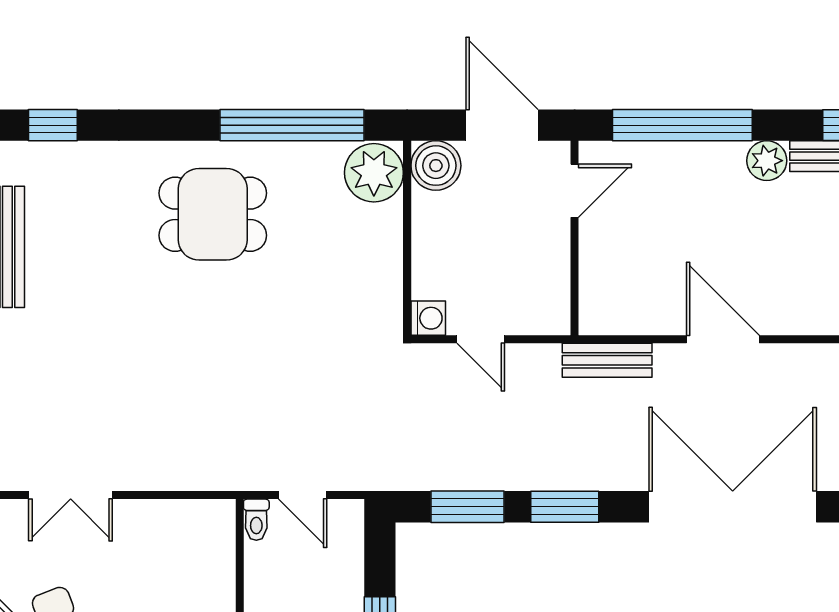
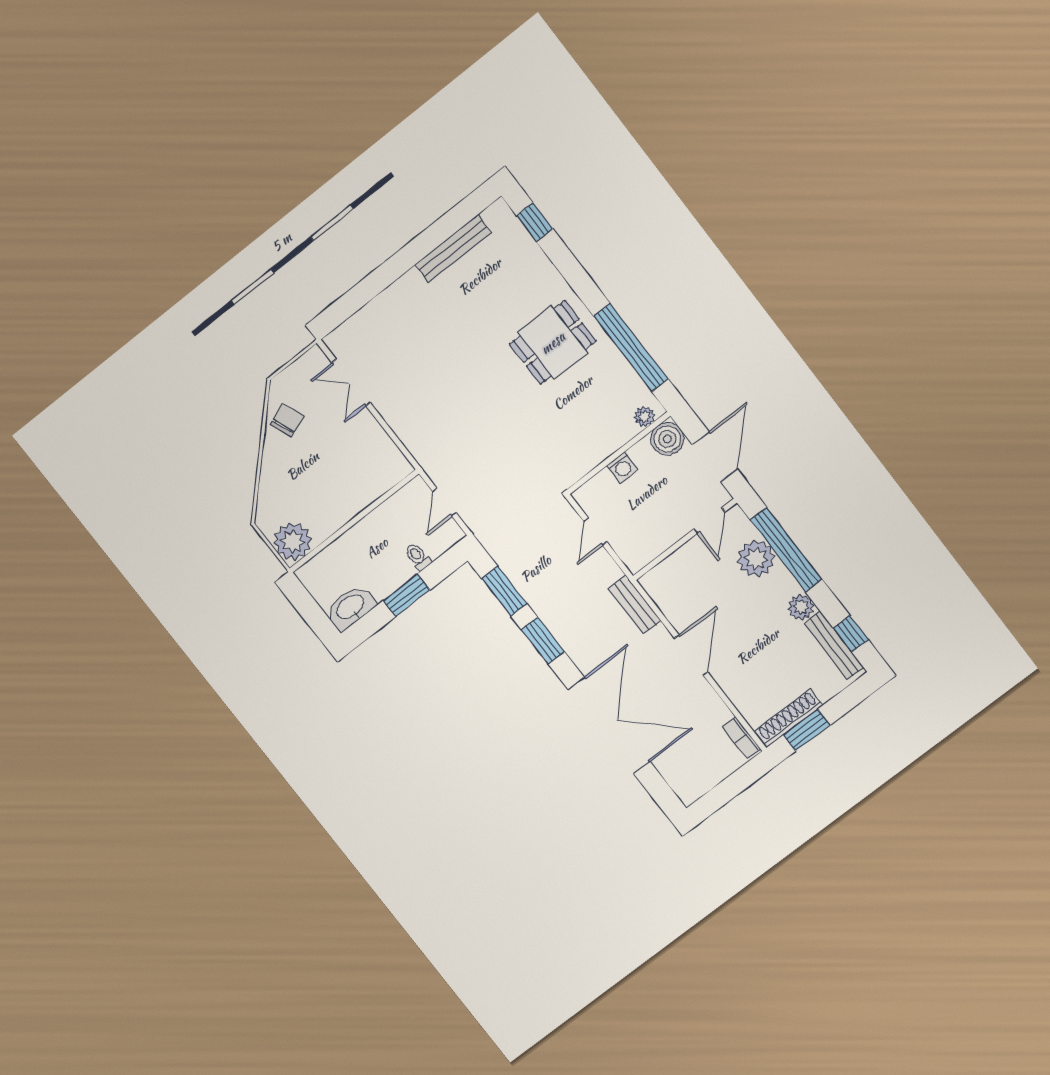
plant: (665, 170) -> (756, 559), added
plant: (374, 173) -> (644, 417), width x0.53, depth x0.53
door: (575, 191) -> (709, 520), hinge flipped
dining table: (213, 214) -> (553, 343), turned 90
washing machine: (428, 318) -> (622, 467), moved
toilet: (256, 520) -> (418, 557), moved, turned 90

